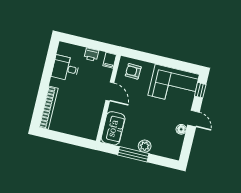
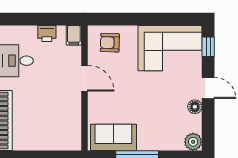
sofa: (113, 128) -> (113, 137), moved, turned -90
plant: (145, 146) -> (193, 142), moved

